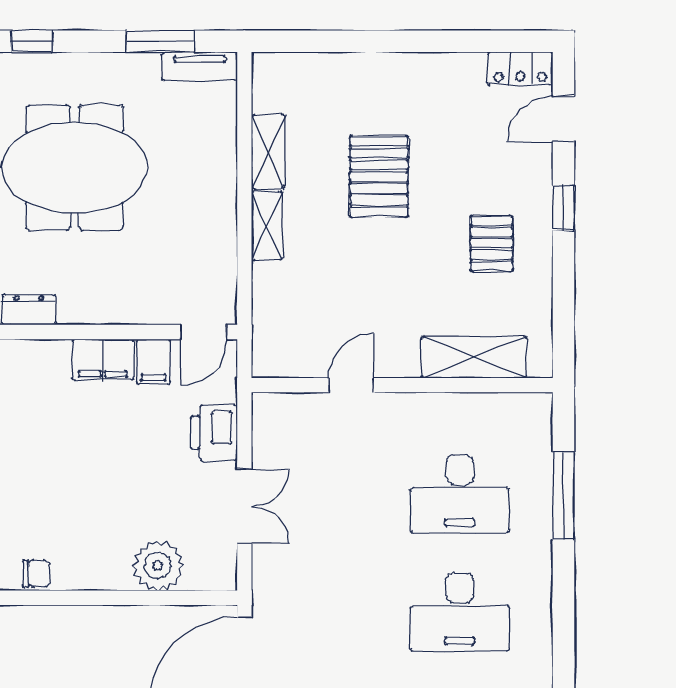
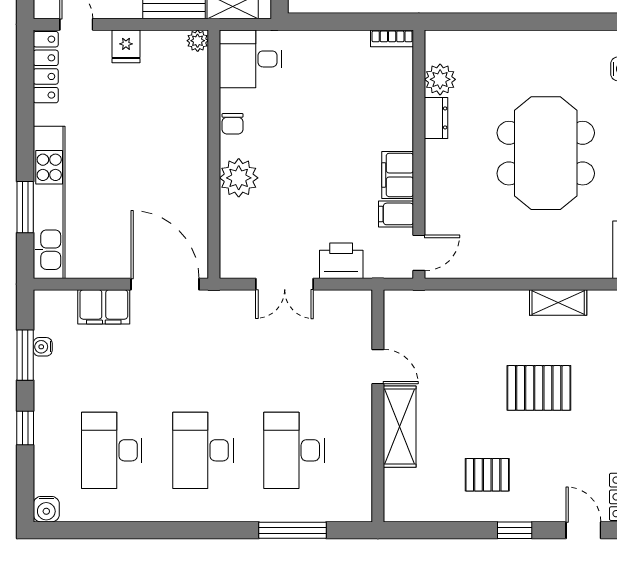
shelving: (267, 226) -> (501, 302), removed
door: (204, 332) -> (419, 253), swing flipped
shelving: (474, 357) -> (400, 427), moved
plant: (158, 566) -> (239, 178), moved

